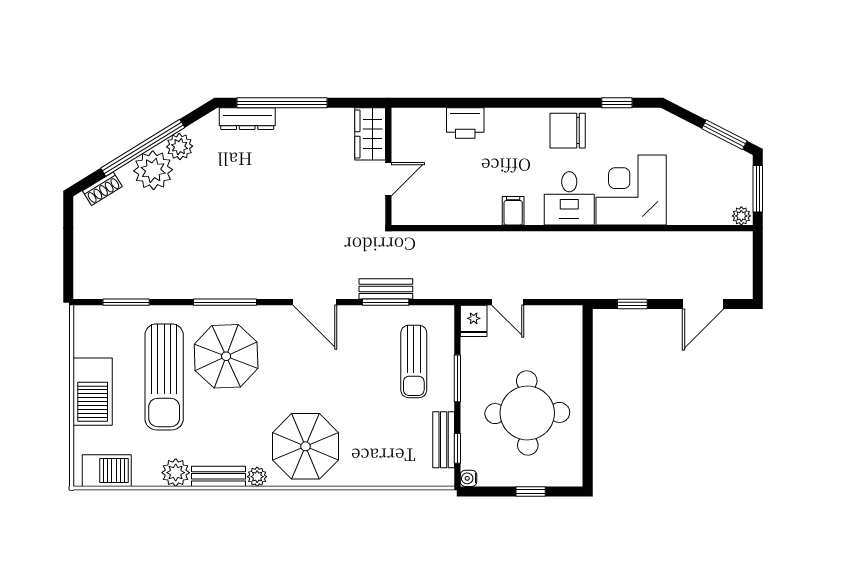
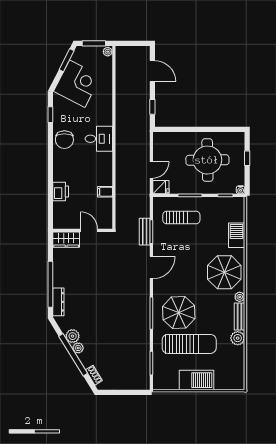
plant: (153, 170) -> (78, 348), width x0.53, depth x0.53
corner desk: (631, 190) -> (77, 84), moved, turned -153
filing cabinet: (513, 211) -> (105, 192), moved
bench: (444, 440) -> (221, 202), removed
barbecue: (107, 471) -> (237, 235), moved

